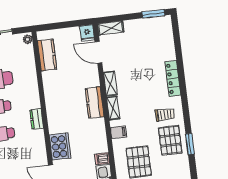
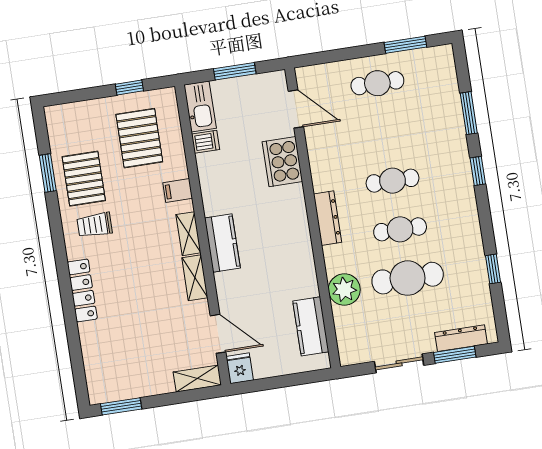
plant: (28, 39) -> (344, 290), moved, width x1.87, depth x1.87
dresser: (37, 119) -> (328, 218), width x1.44

